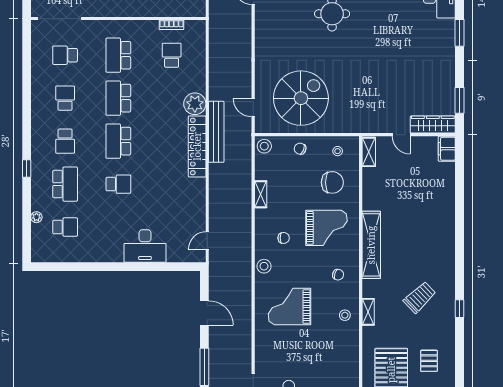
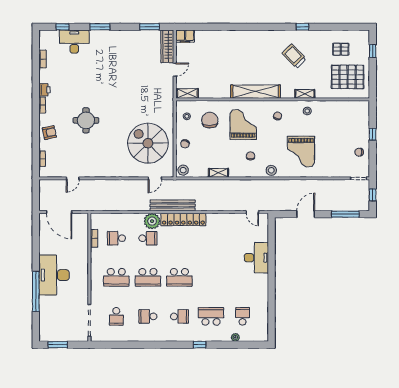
school desk: (118, 184) -> (148, 238), moved, turned 90

